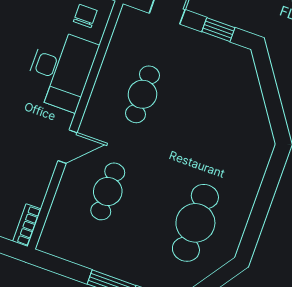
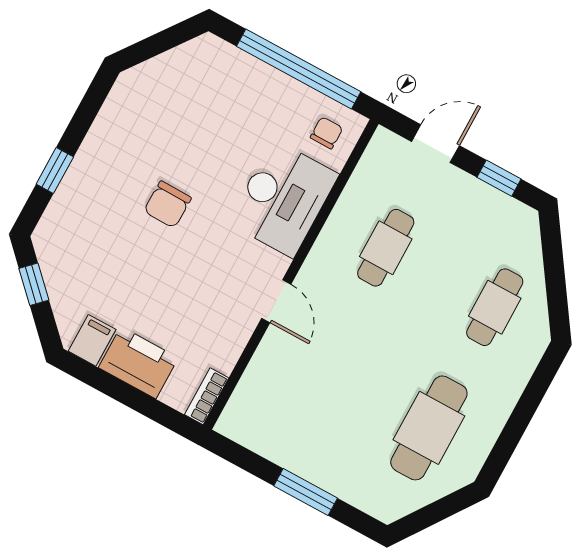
door: (68, 147) -> (276, 301), hinge flipped
cafe table: (108, 191) -> (495, 307), moved

